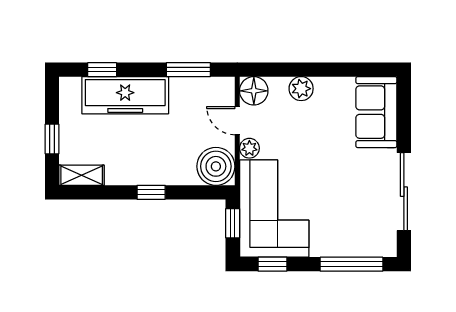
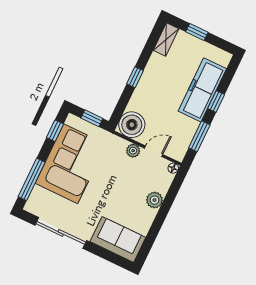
window: (102, 70) -> (216, 101), moved
floor lamp: (254, 91) -> (173, 168), width x0.53, depth x0.53
corner sofa: (274, 209) -> (71, 164), moved, turned -90

